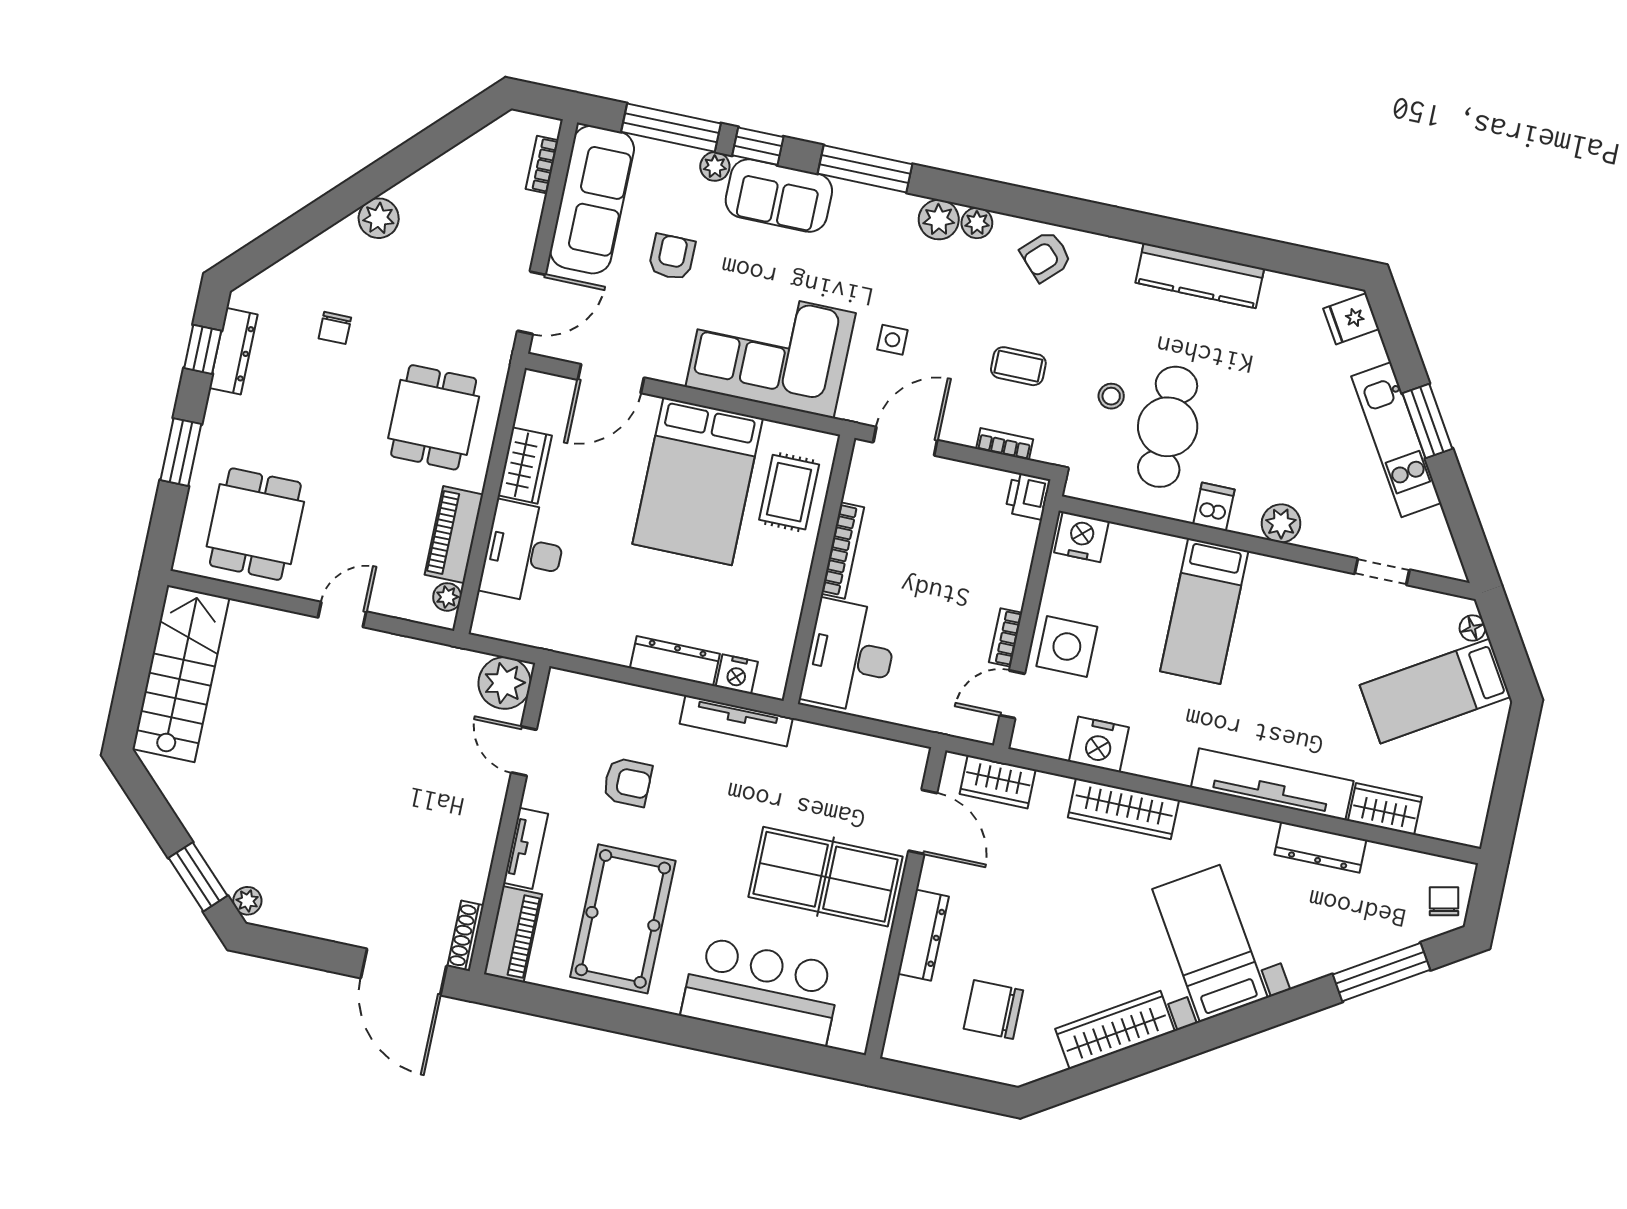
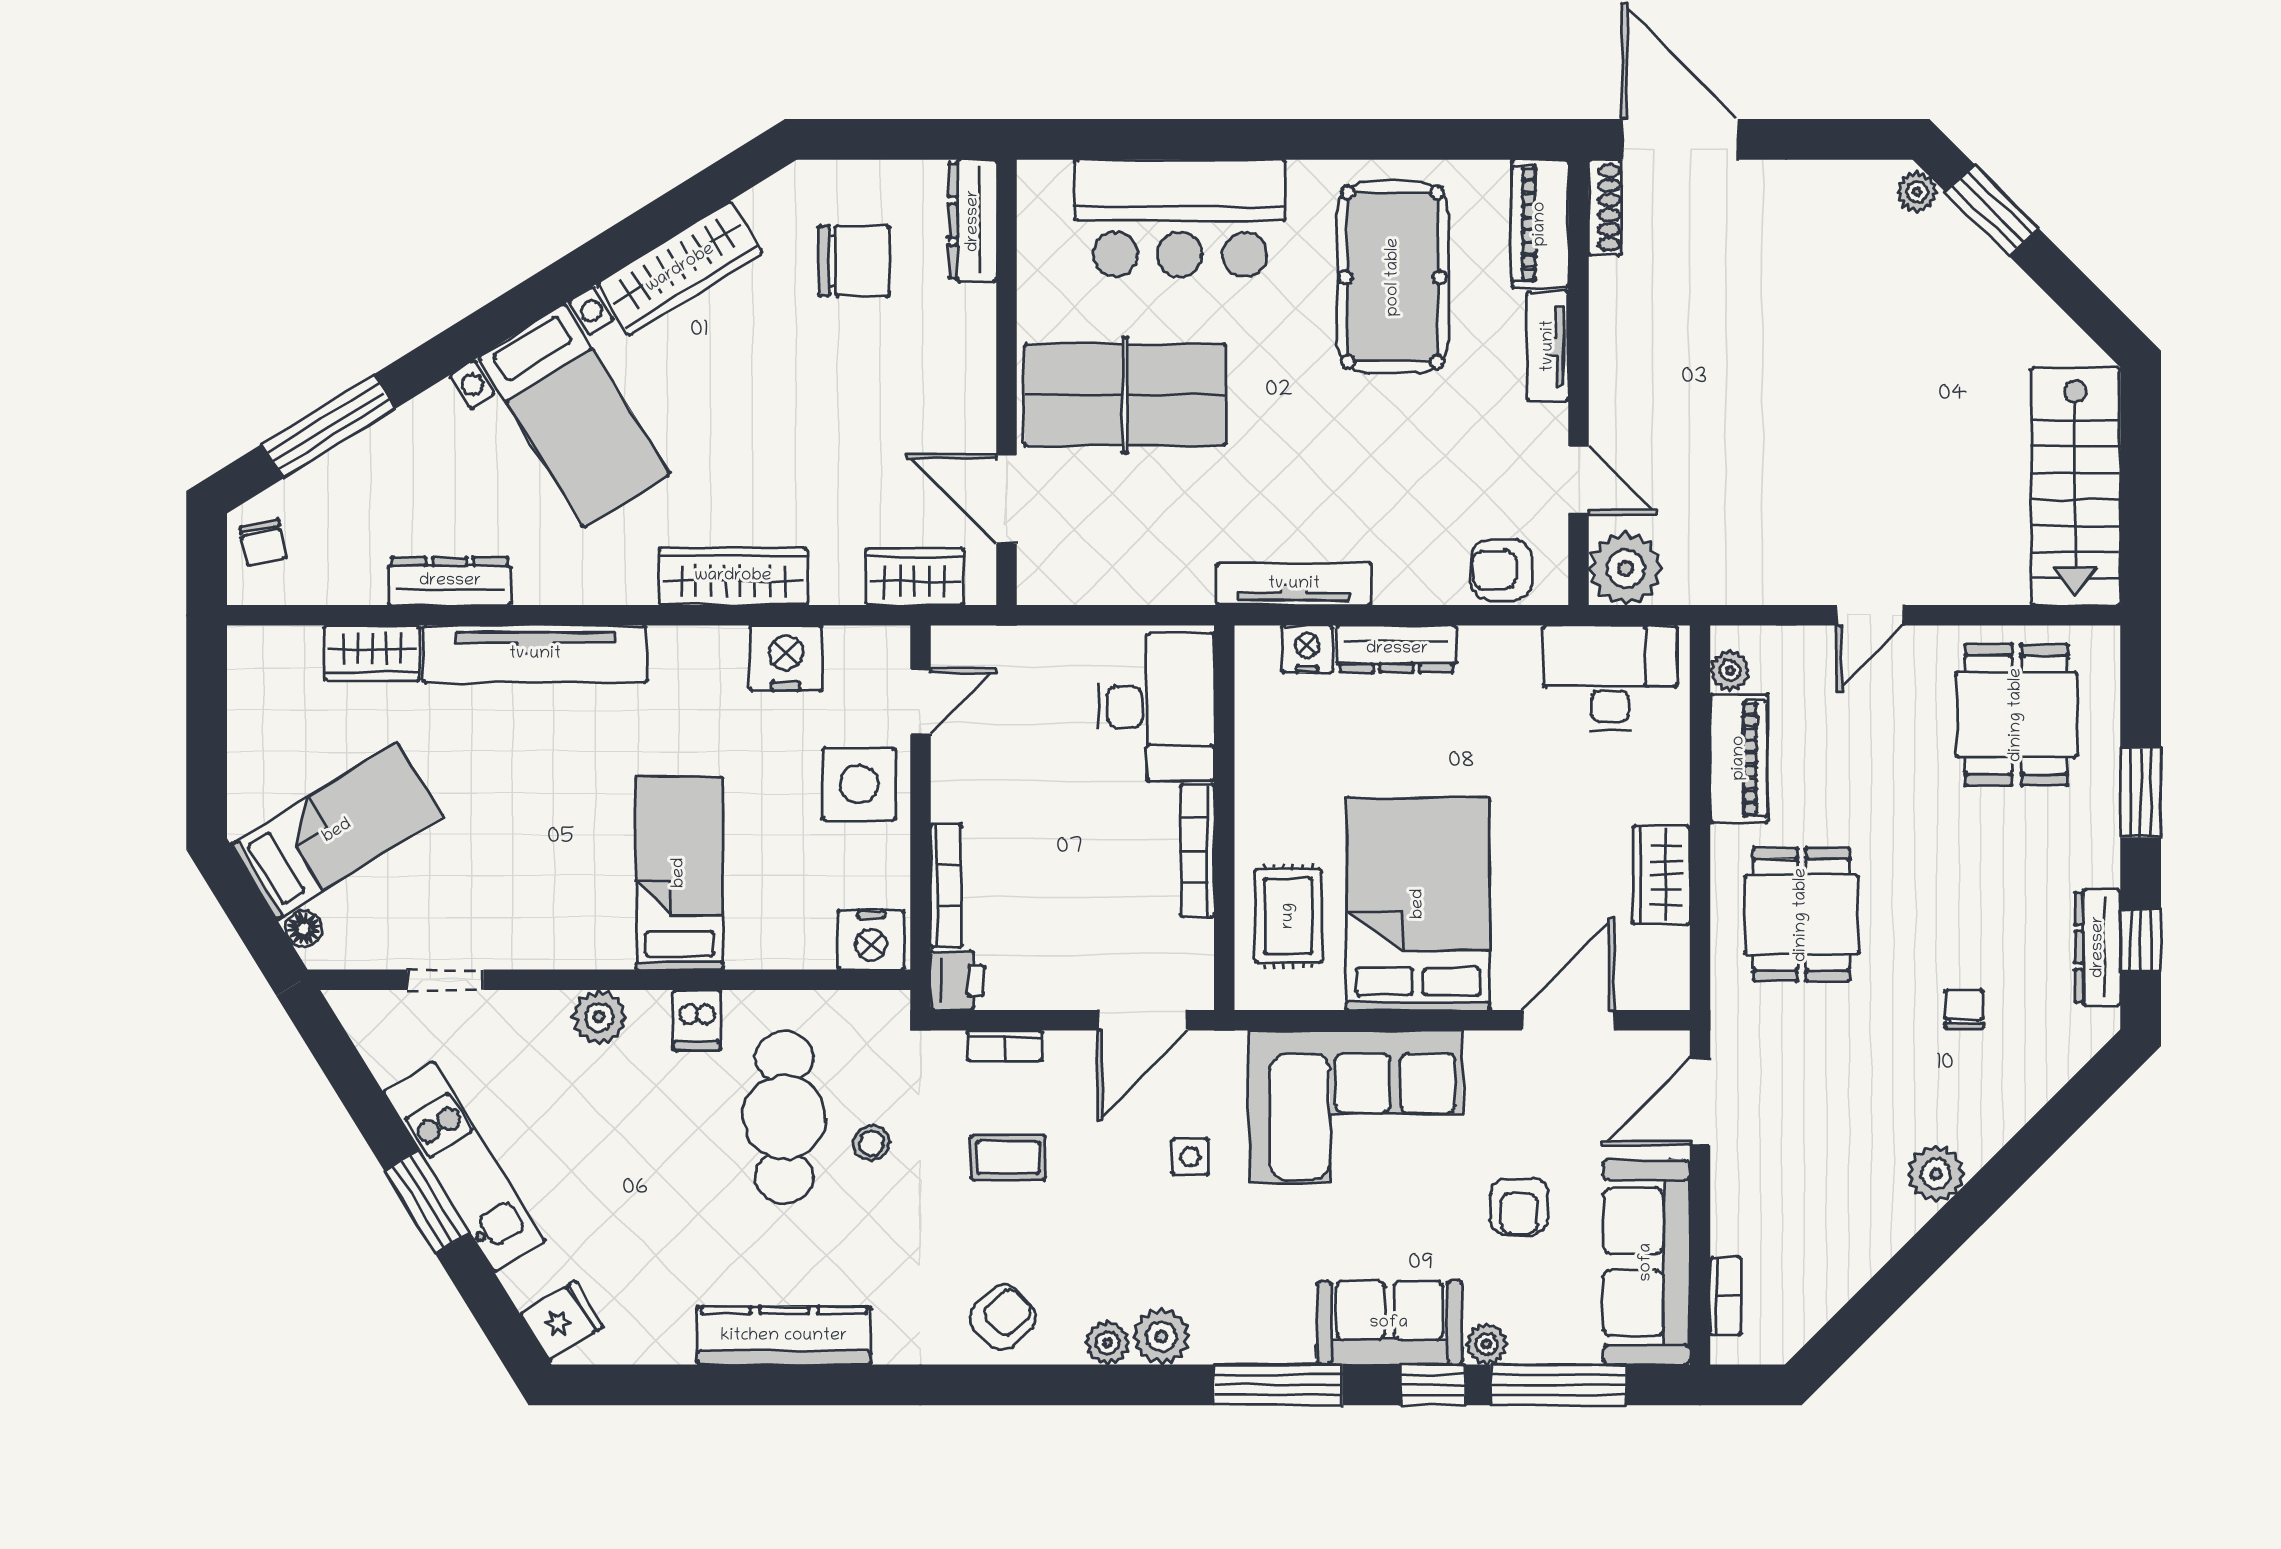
desk: (524, 552) -> (1610, 678), moved, turned -90
bookcase: (1006, 637) -> (946, 886), moved, width x1.56
armchair: (627, 782) -> (1502, 570), moved
dresser: (923, 935) -> (973, 221), moved

